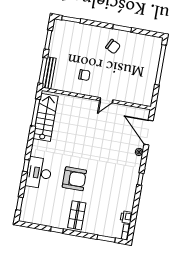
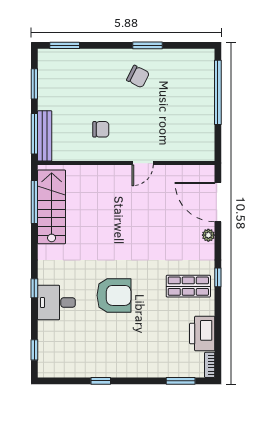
desk: (39, 173) -> (56, 302), width x0.73
shop shelf: (77, 215) -> (188, 286), moved, turned 90
printer: (126, 217) -> (202, 334), width x1.87, depth x1.48

